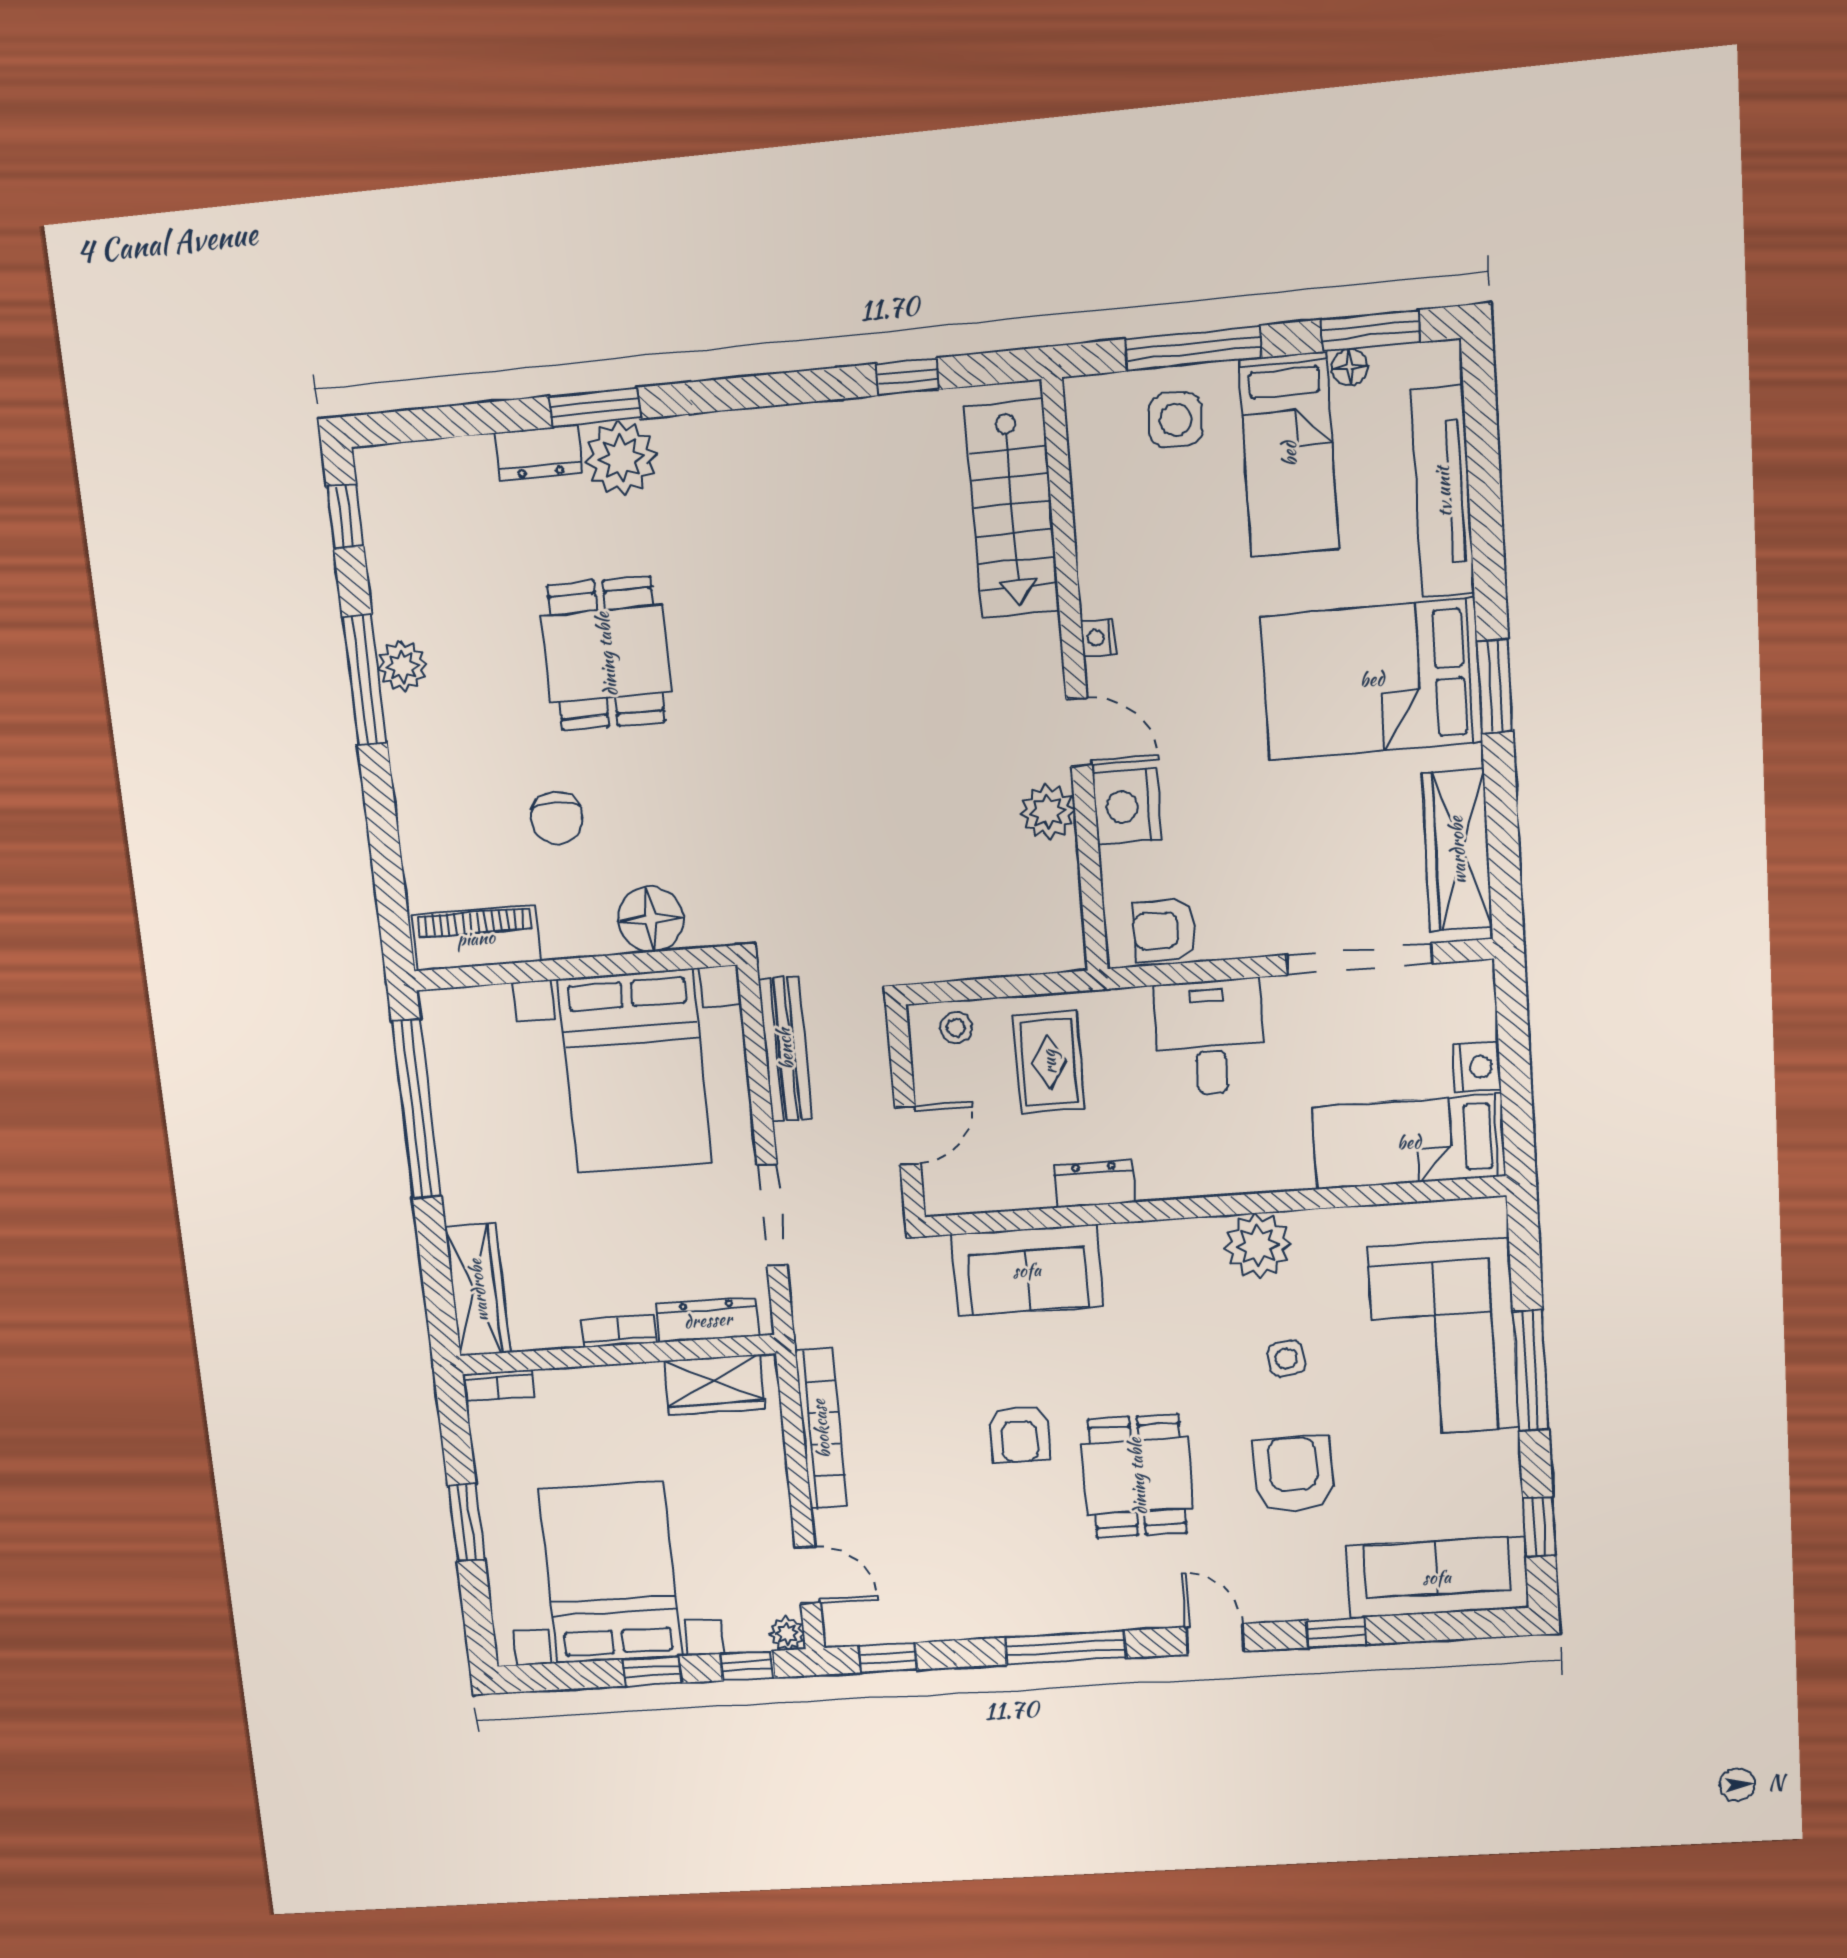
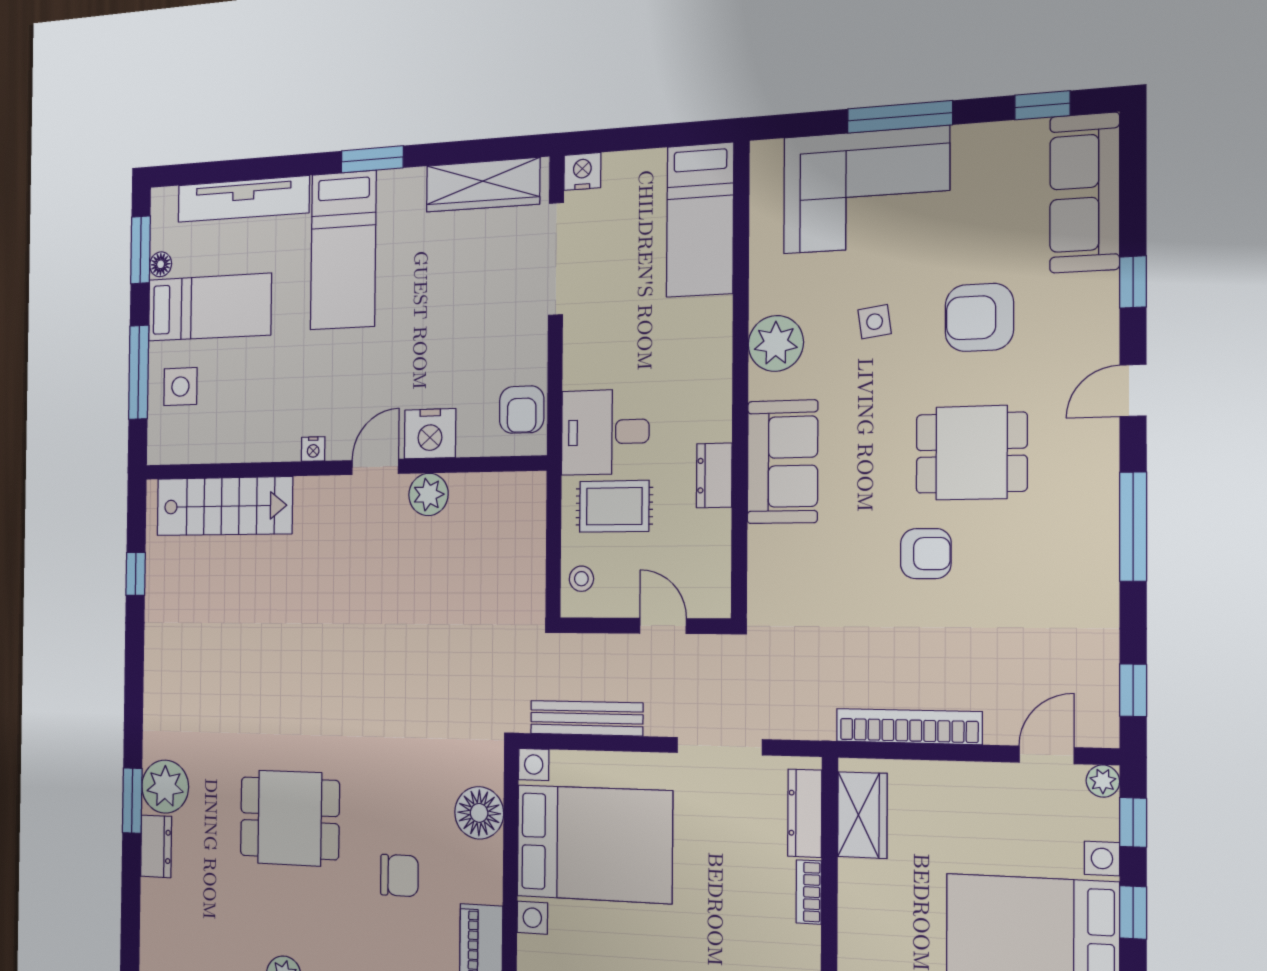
bed: (1372, 679) -> (343, 250), width x0.67
desk: (1210, 1037) -> (605, 432), moved
nightstand: (1477, 1067) -> (582, 171), moved
sofa: (1027, 1270) -> (782, 462), moved

